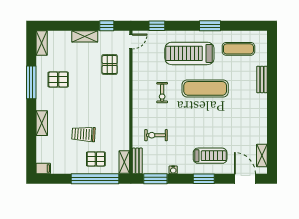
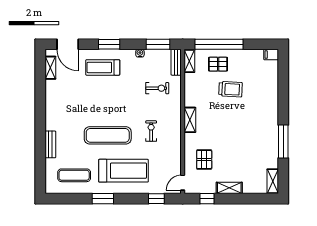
pallet: (58, 79) -> (256, 144), removed
shelving: (42, 123) -> (190, 120), moved

